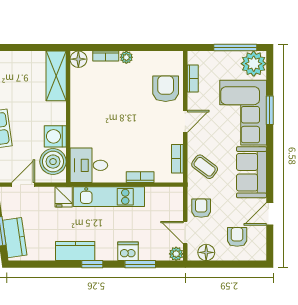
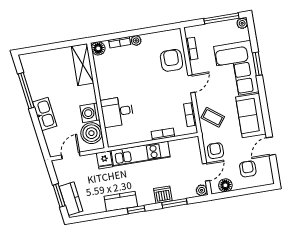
plant: (254, 64) -> (242, 23), width x0.53, depth x0.53
desk: (89, 165) -> (117, 112), moved
door: (185, 232) -> (206, 172), swing flipped

